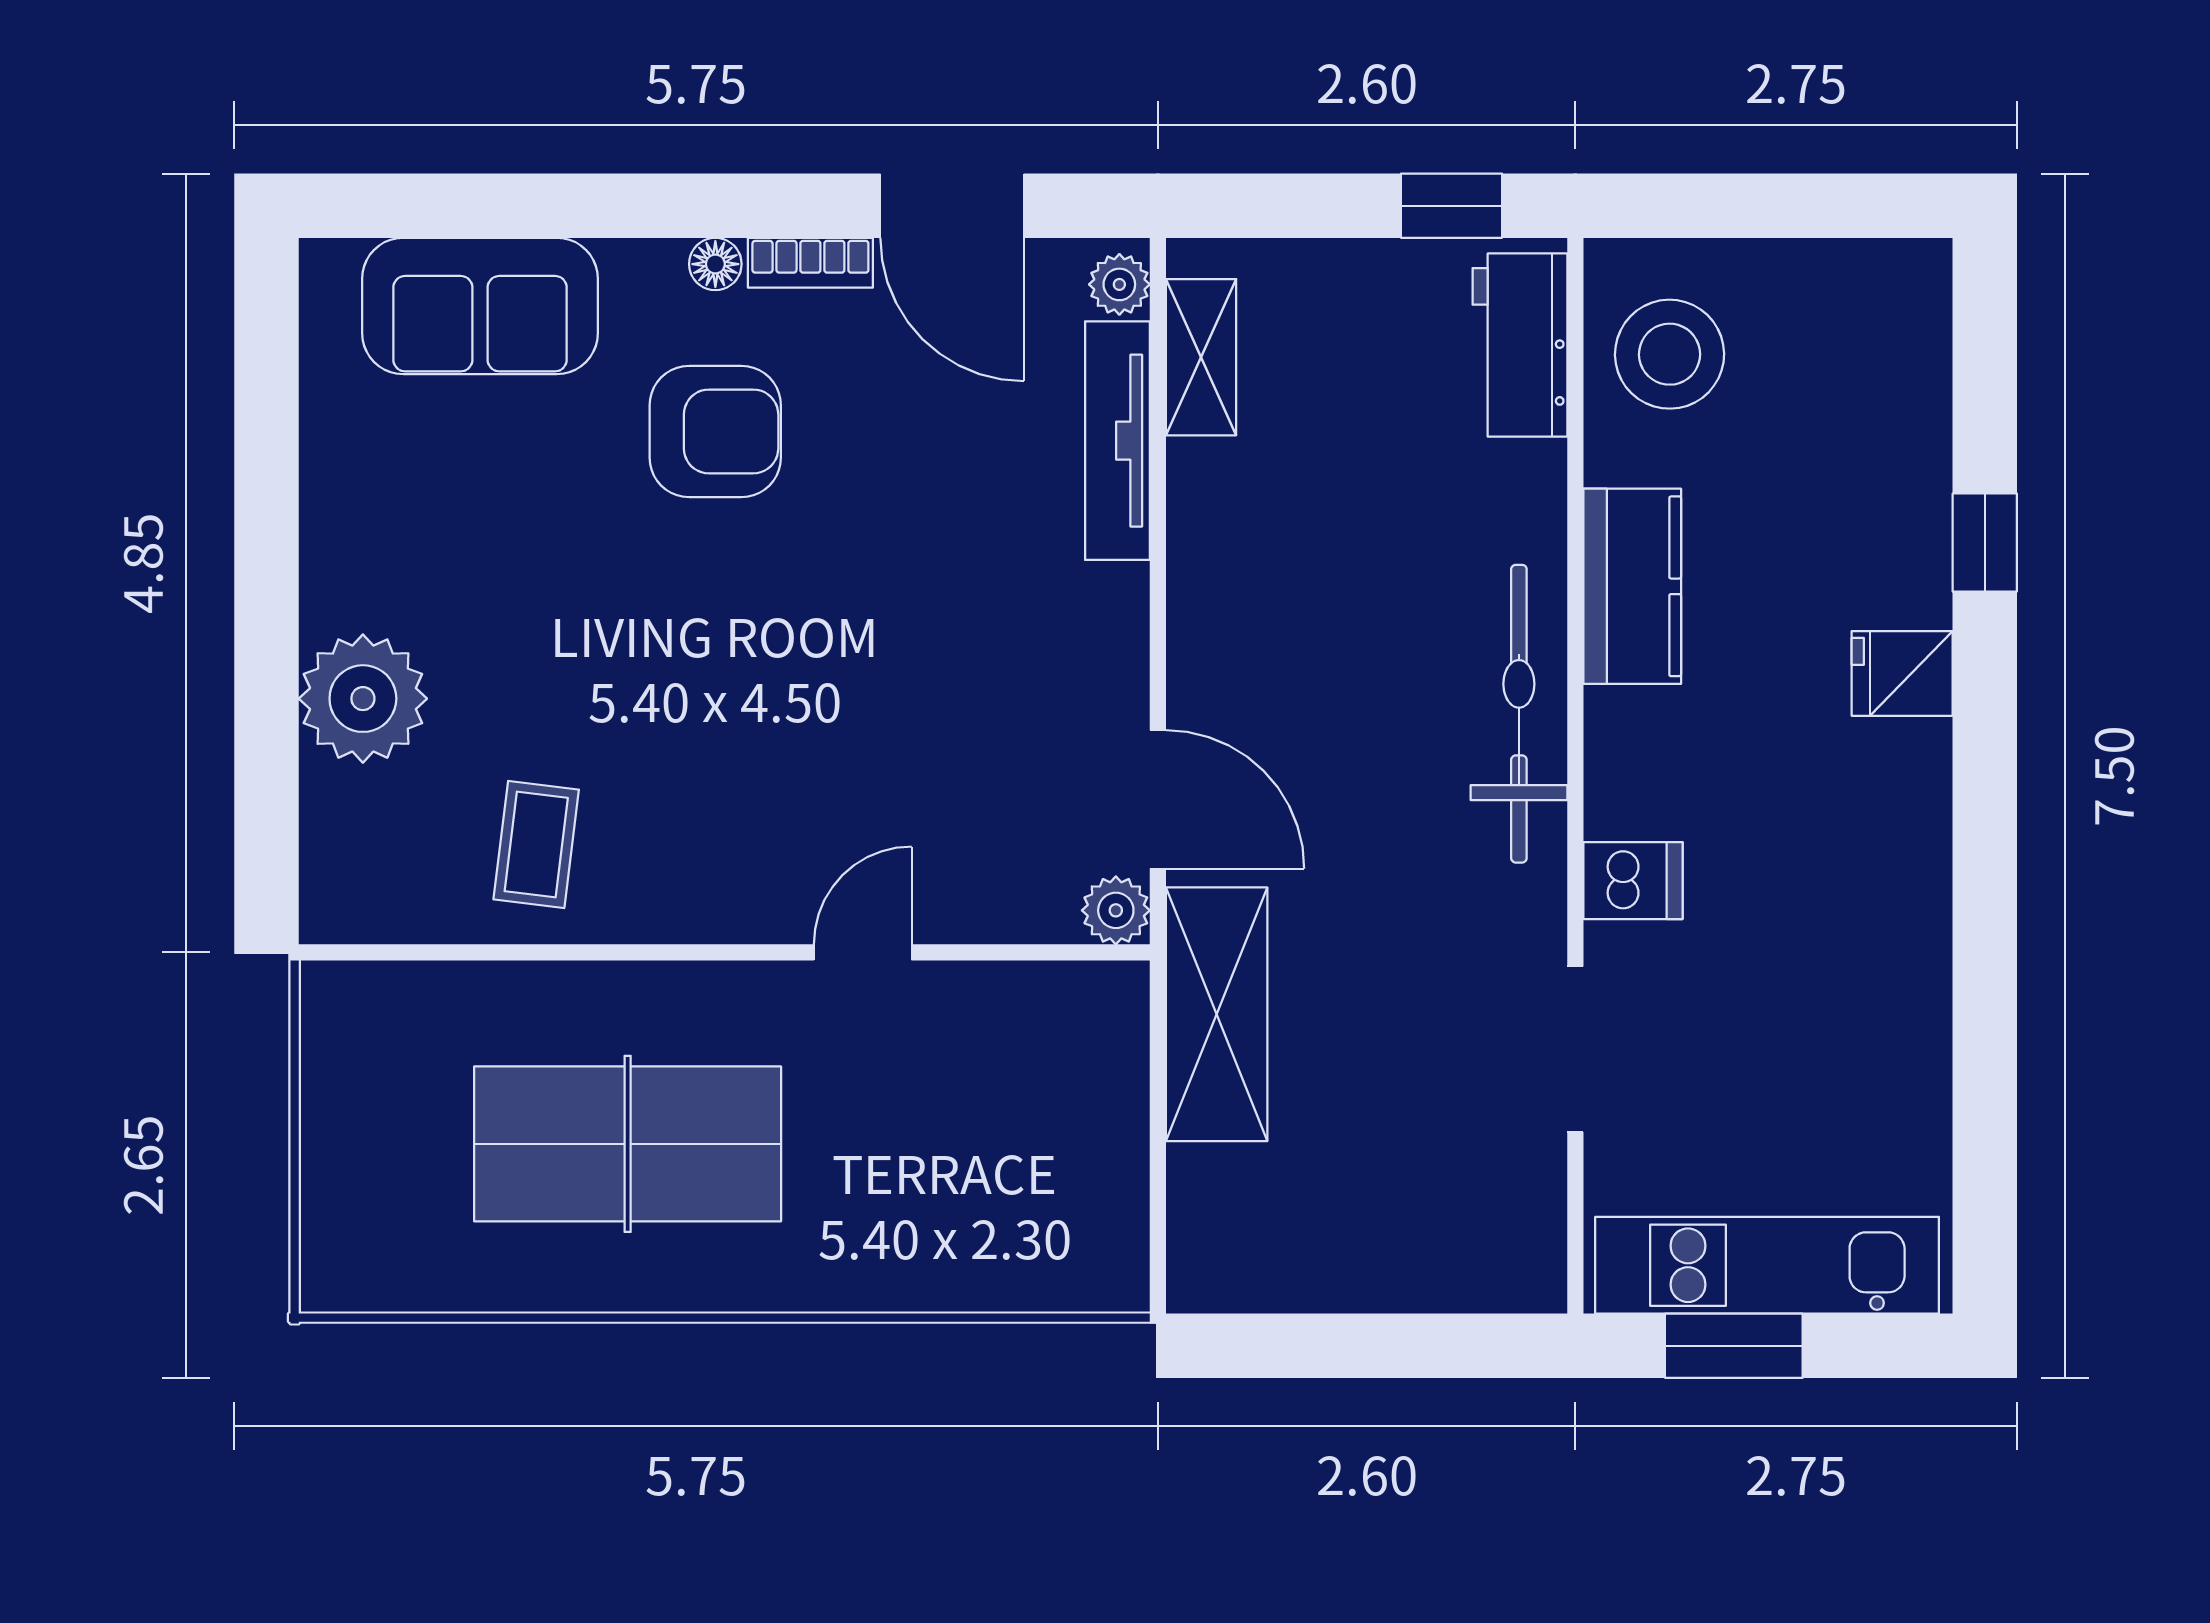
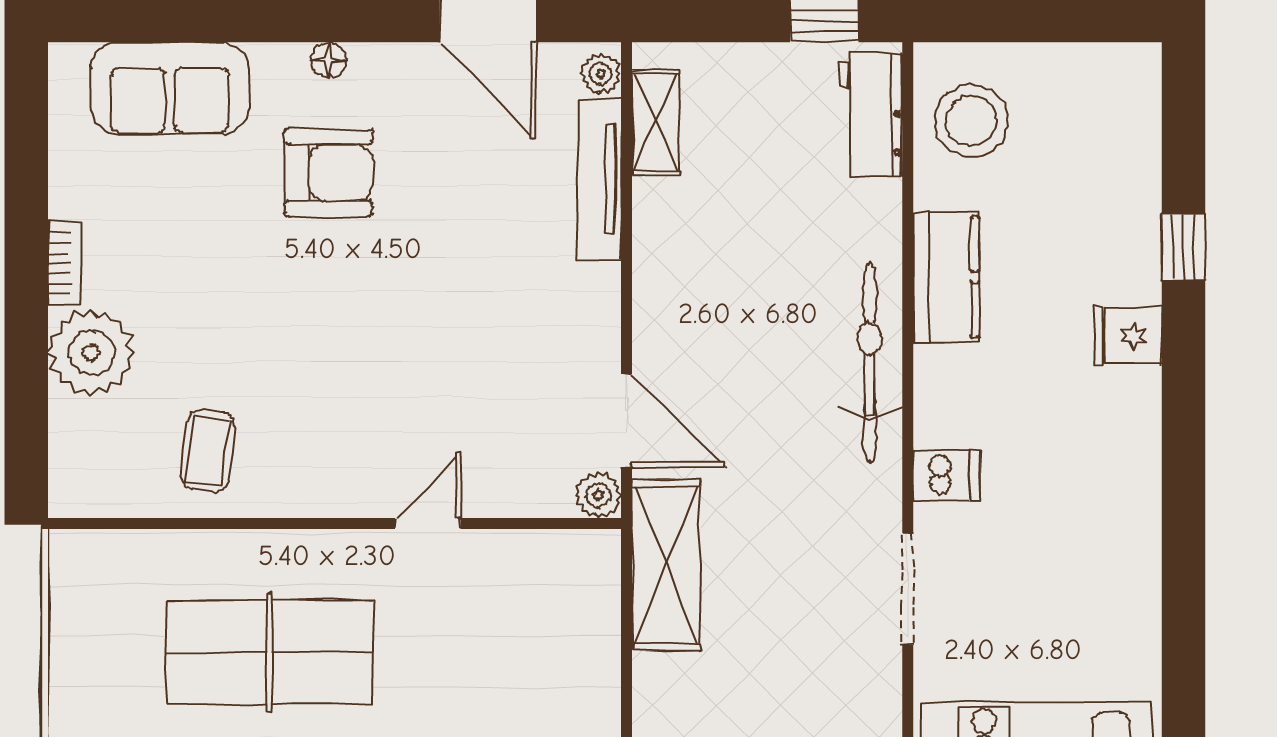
bookcase: (810, 263) -> (65, 263), moved, turned -90

